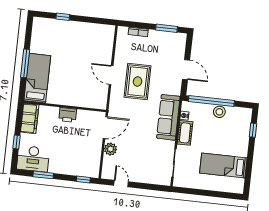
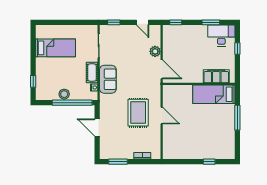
bed: (37, 78) -> (214, 94), moved, turned 90
printer: (68, 115) -> (195, 77), removed
sofa: (168, 117) -> (108, 79), width x0.73
filing cabinet: (30, 119) -> (216, 76), moved, turned 90
door: (105, 128) -> (162, 69), swing flipped
window: (154, 187) -> (114, 22), added

